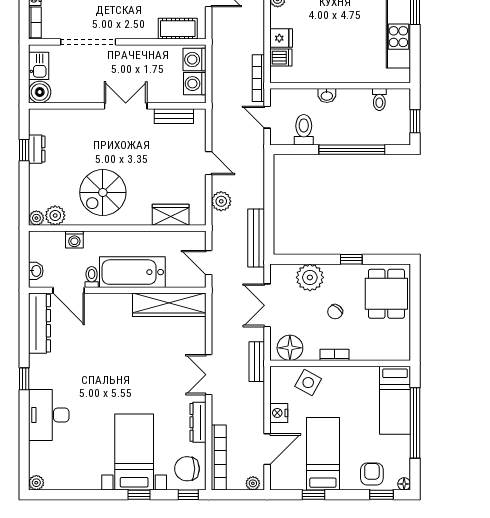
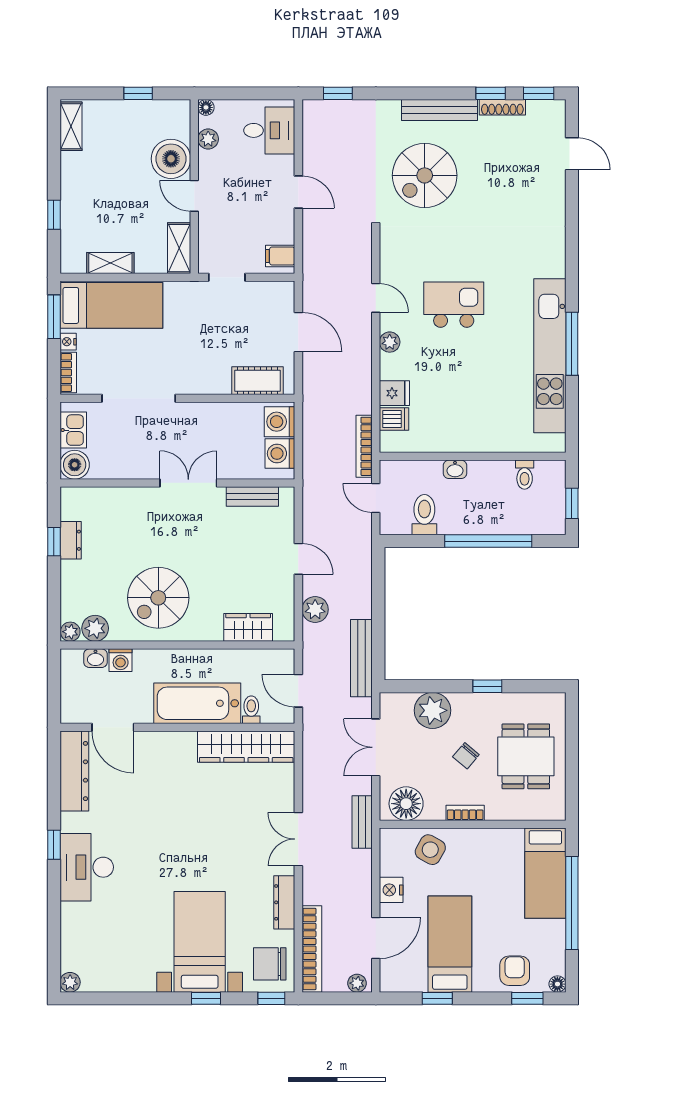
washbasin: (36, 271) -> (95, 658), moved, turned 90
toilet: (92, 277) -> (251, 710), moved
dining table: (386, 294) -> (526, 756), moved
desk: (49, 415) -> (87, 867), moved

